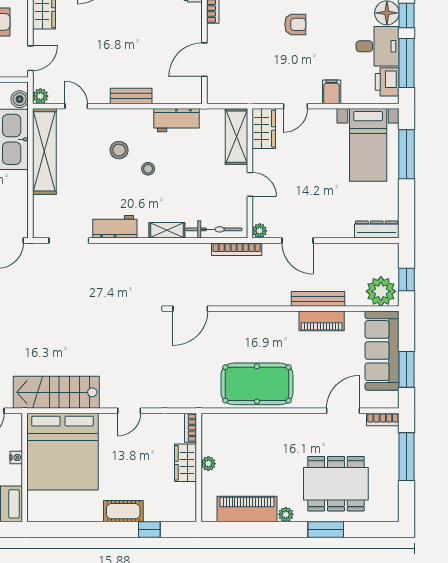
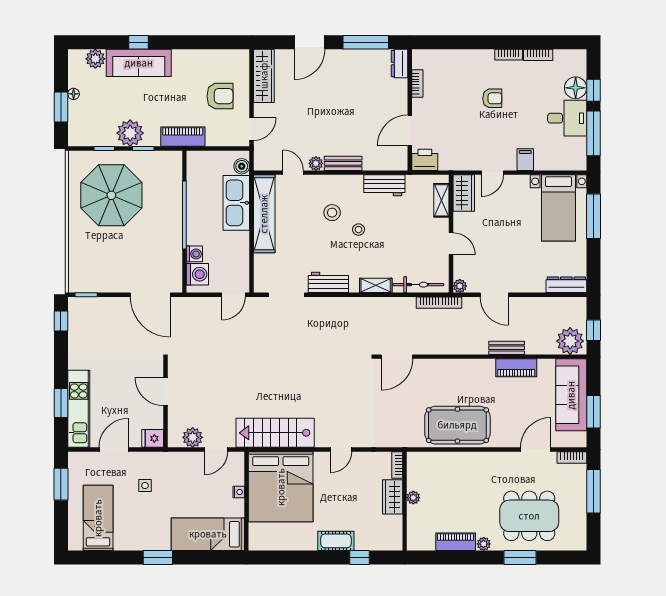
printer: (387, 82) -> (425, 160), moved, turned 90
plant: (40, 96) -> (316, 163), moved
shelving: (236, 137) -> (441, 200), width x0.67, depth x0.75
bench: (318, 299) -> (507, 348), width x0.73
piano: (247, 509) -> (456, 542), width x0.73, depth x0.75

